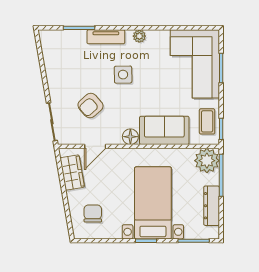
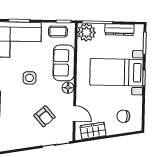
side table: (123, 75) -> (30, 78), moved

